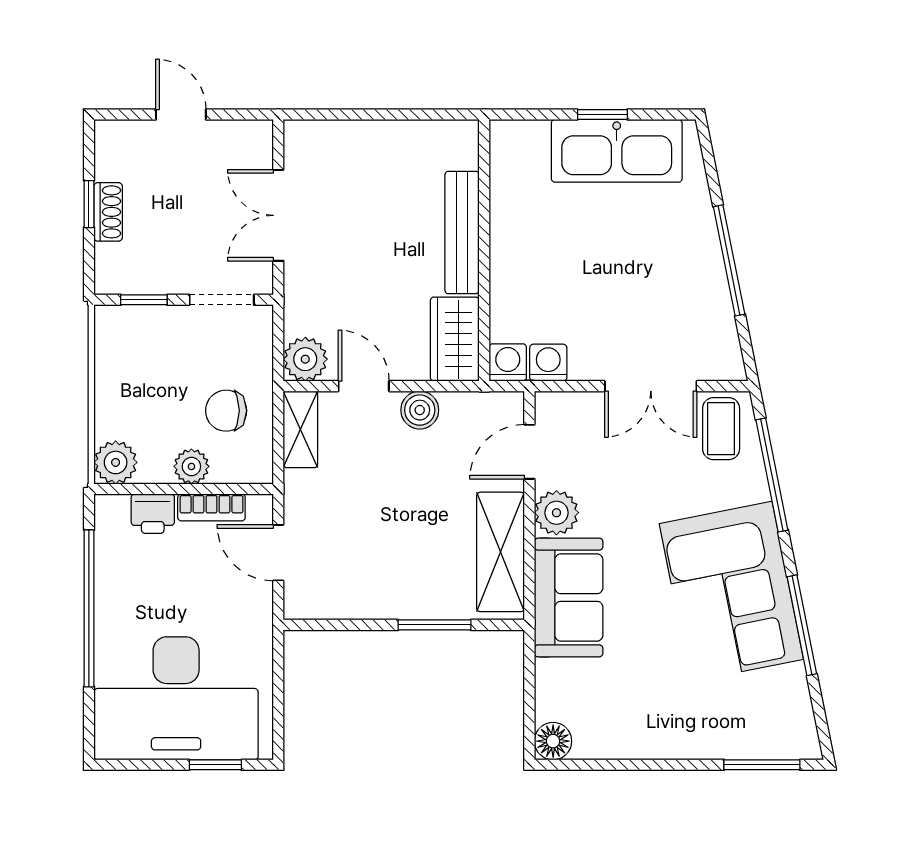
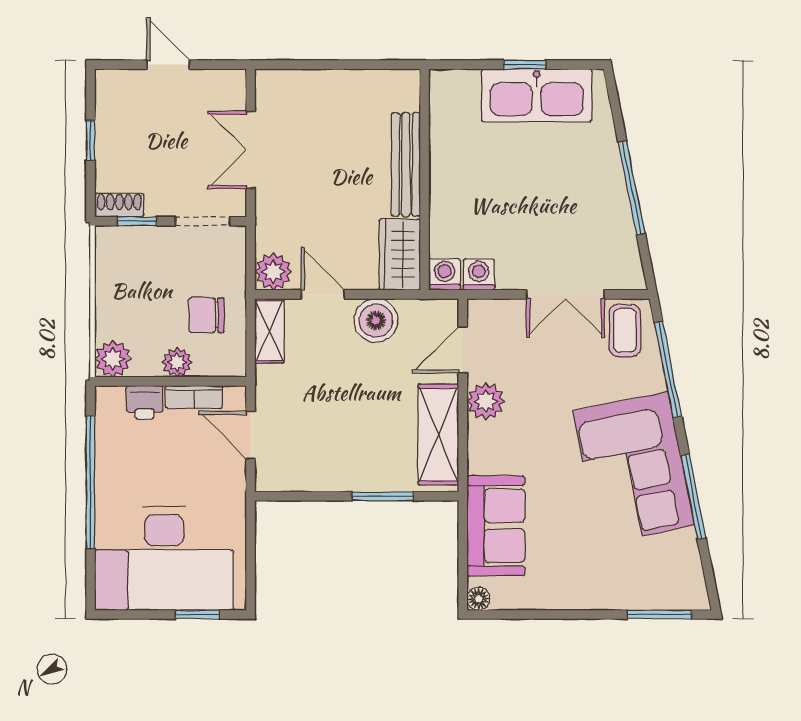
shoe rack: (108, 212) -> (119, 205), moved, turned -90
boiler: (420, 410) -> (376, 320), width x1.36, depth x1.36
sofa: (569, 597) -> (496, 526), moved
floor lamp: (553, 741) -> (479, 599), width x0.73, depth x0.73

